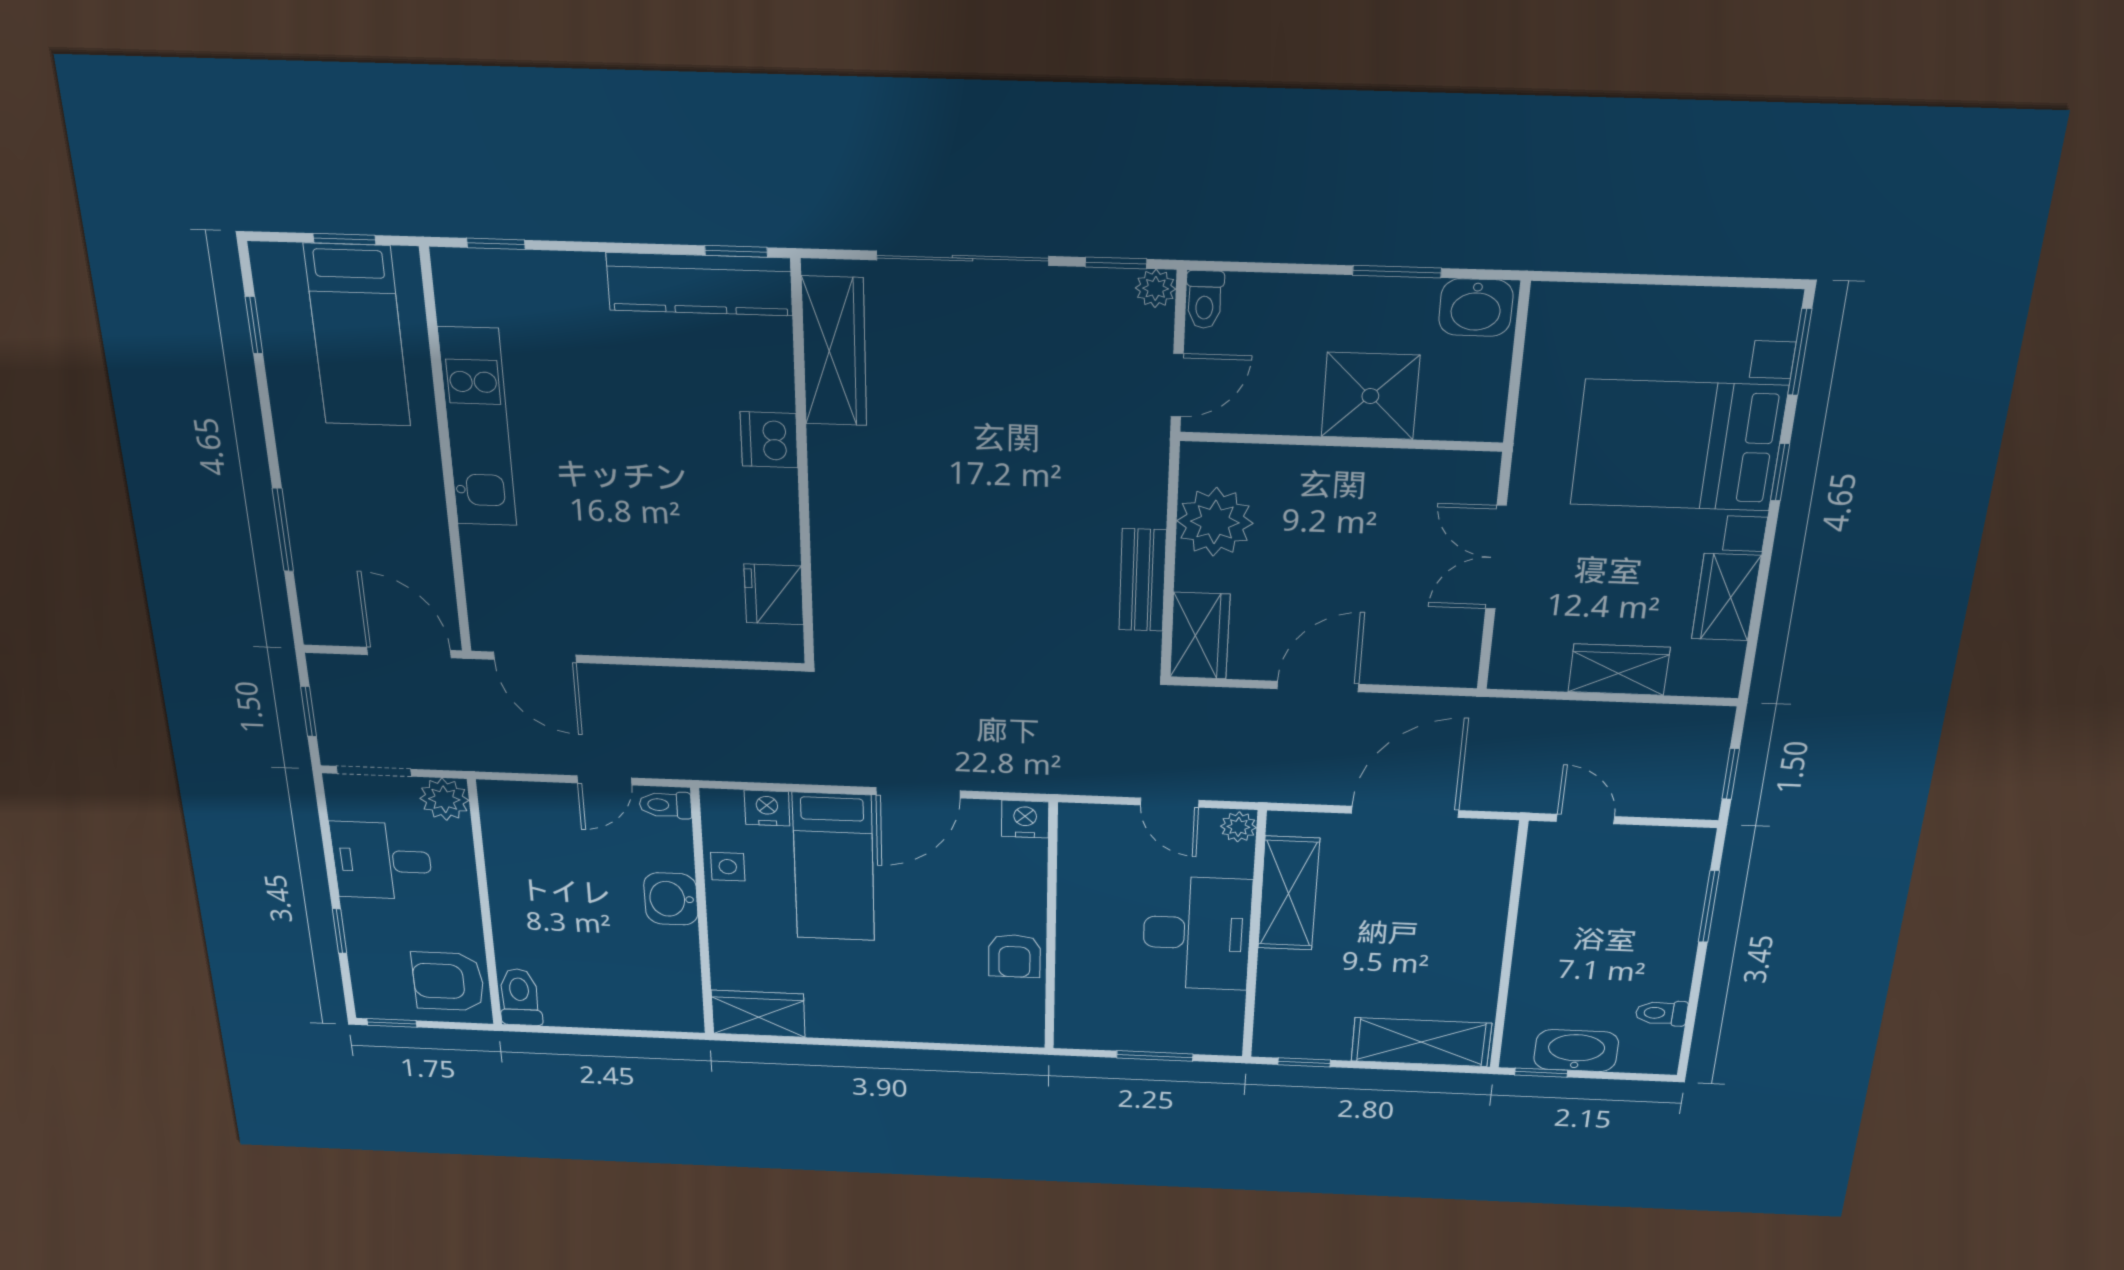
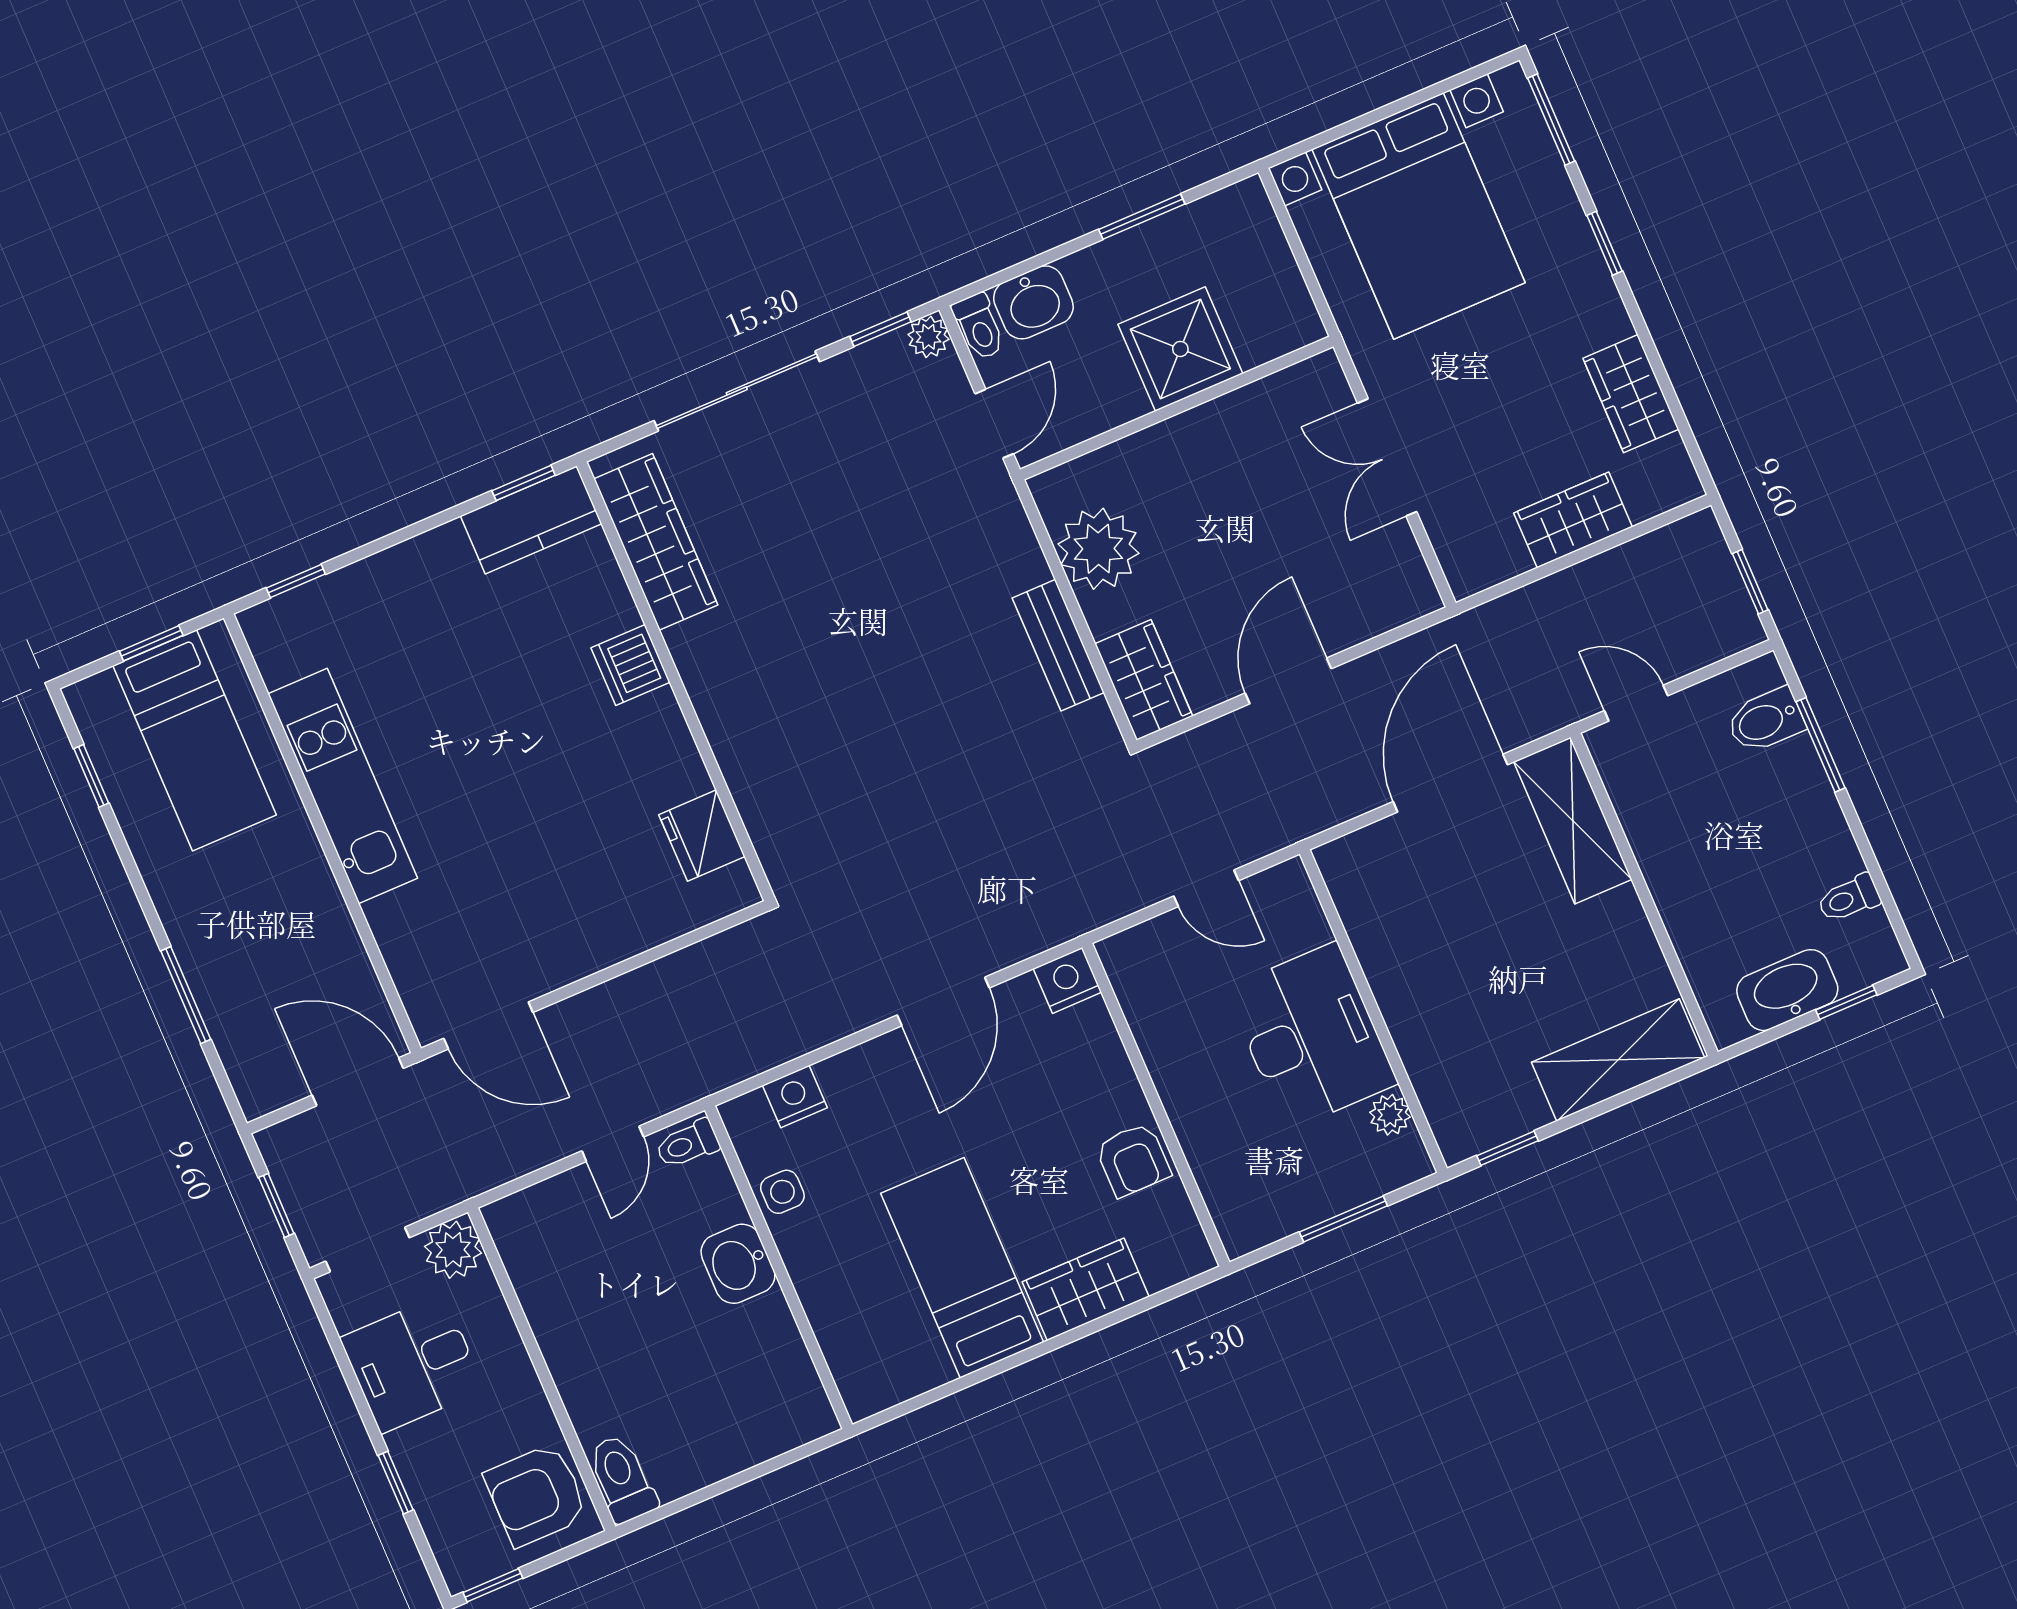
kitchen counter: (700, 284) -> (531, 520), width x0.67
washbasin: (1476, 308) -> (1033, 302), moved
bed with nightstands: (1678, 445) -> (1419, 216), moved, turned -90
plant: (1238, 827) -> (1390, 1115), moved
bed: (834, 867) -> (962, 1268), moved, turned 180
bidet: (1678, 873) -> (1766, 721), added
shelving: (1289, 893) -> (1573, 821), moved
wardrobe: (758, 1014) -> (1086, 1289), moved
window: (1541, 1073) -> (1846, 1002), moved

